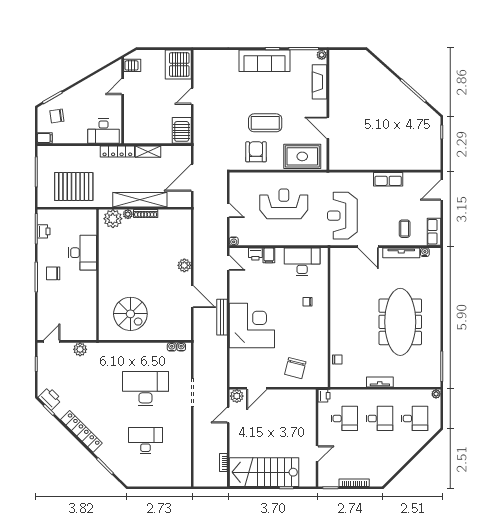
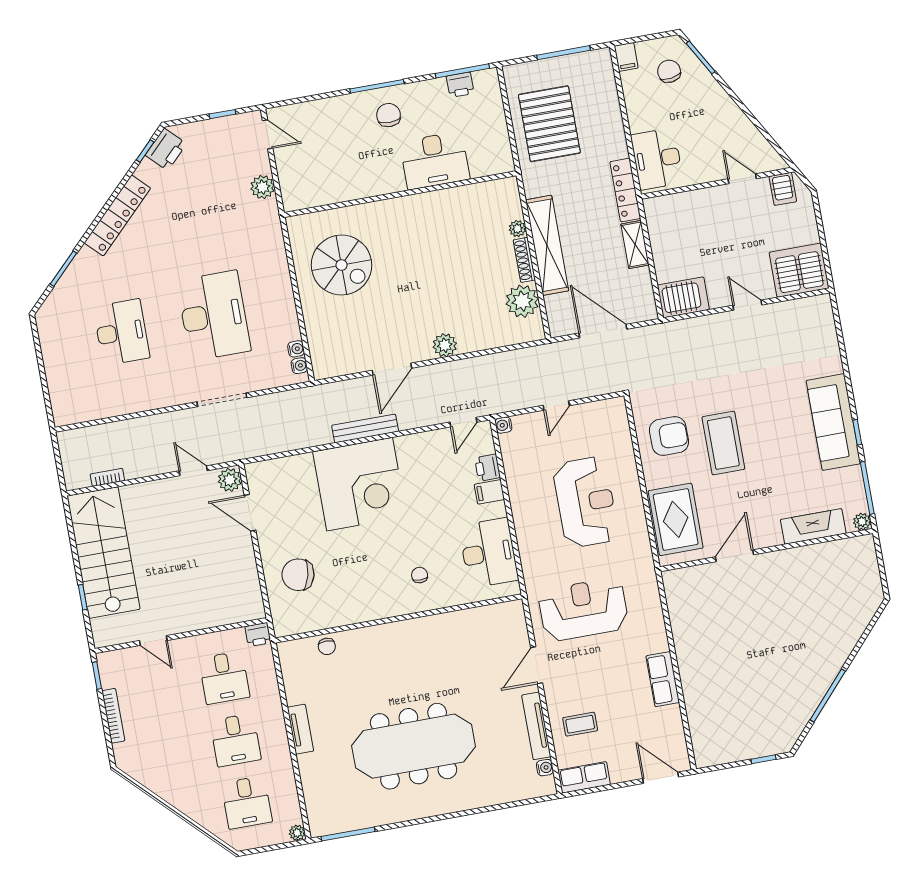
plant: (113, 219) -> (522, 301), moved
spiral stairs: (130, 314) -> (342, 265), turned -90

